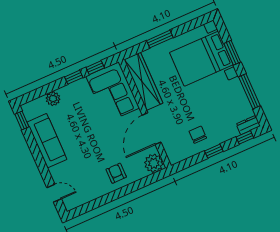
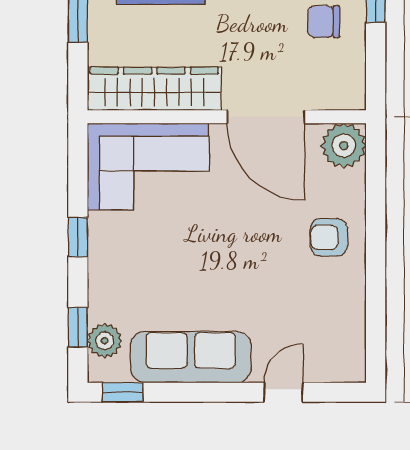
window: (95, 68) -> (78, 327), moved
plant: (53, 99) -> (105, 341), moved
door: (54, 193) -> (283, 392), moved

